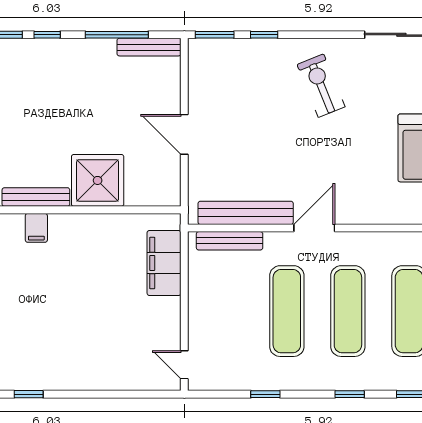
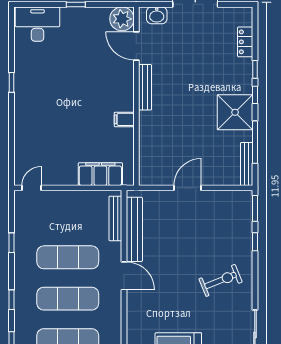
shower: (98, 180) -> (235, 112), moved
filing cabinet: (36, 228) -> (124, 119), moved

